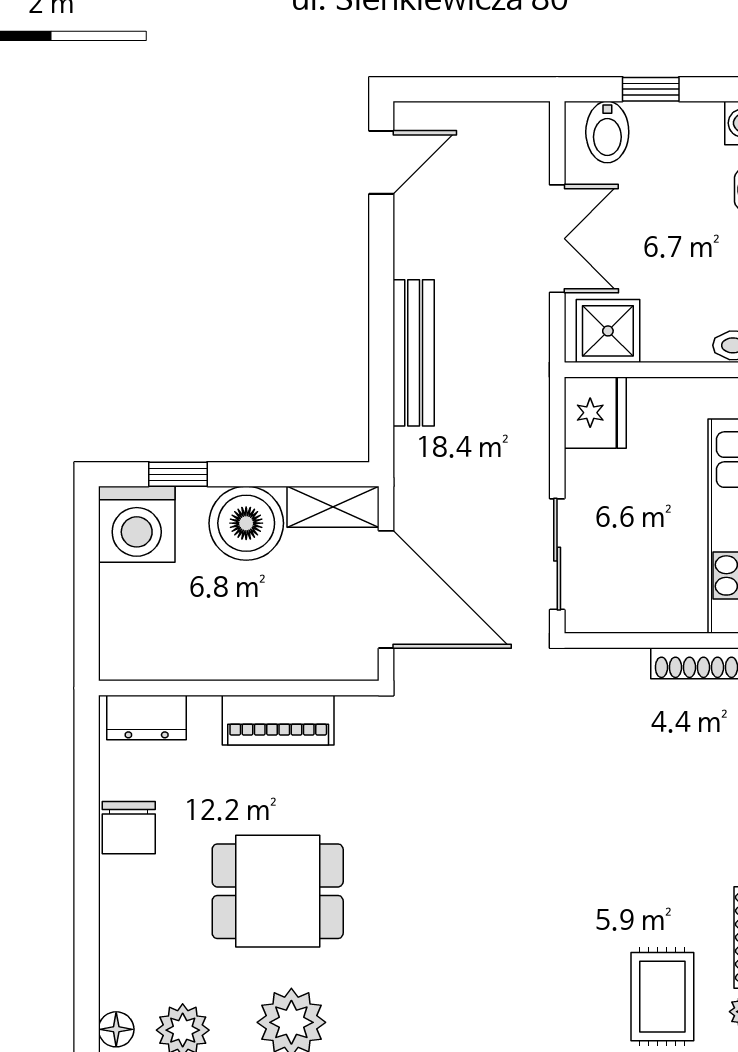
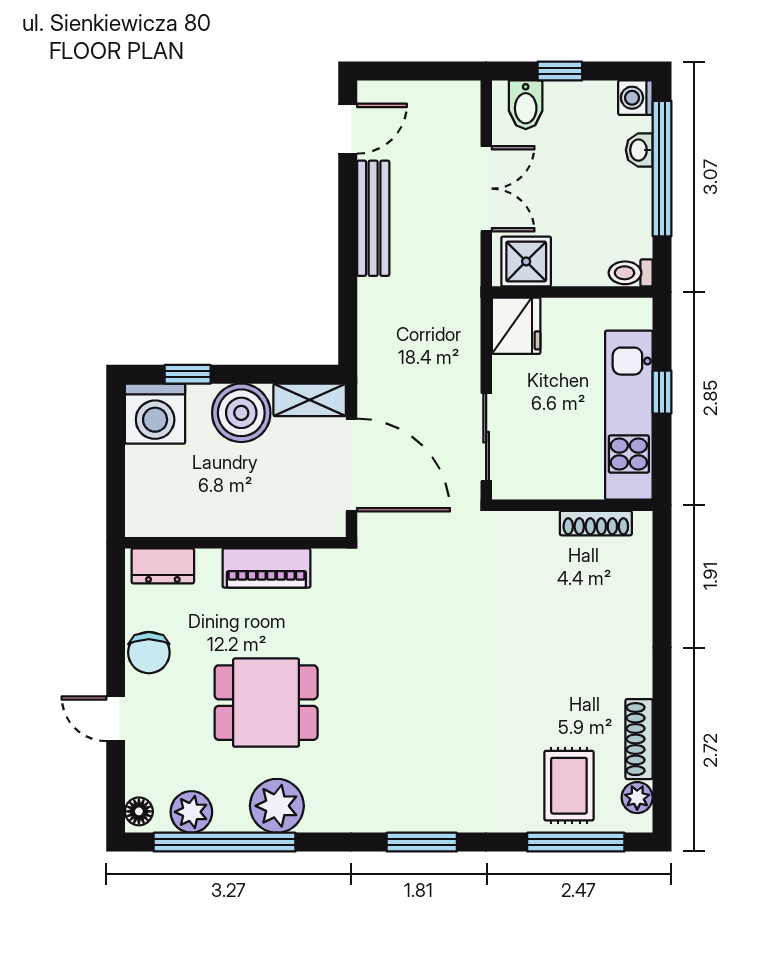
bench: (414, 353) -> (373, 218), moved
door: (87, 912) -> (116, 719), added

